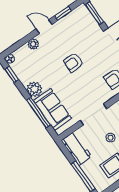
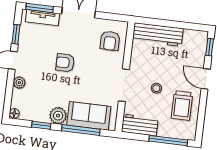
tv unit: (90, 21) -> (43, 18), added
armchair: (73, 62) -> (65, 63), turned 90
window: (12, 74) -> (41, 125), moved

